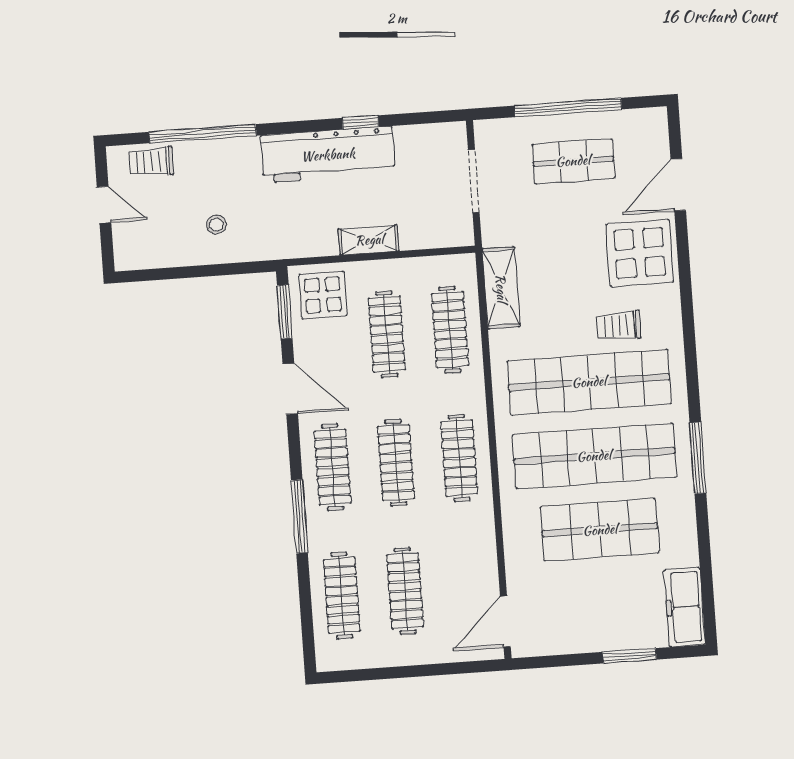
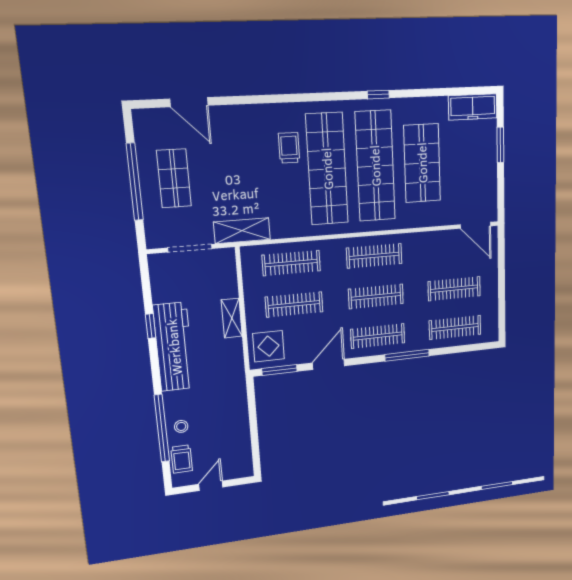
stool: (216, 224) -> (181, 426), moved
display table: (640, 253) -> (239, 132), removed
shelving: (501, 288) -> (242, 231), moved
trolley: (619, 326) -> (289, 148), turned 180
window: (698, 458) -> (378, 95), width x0.46

